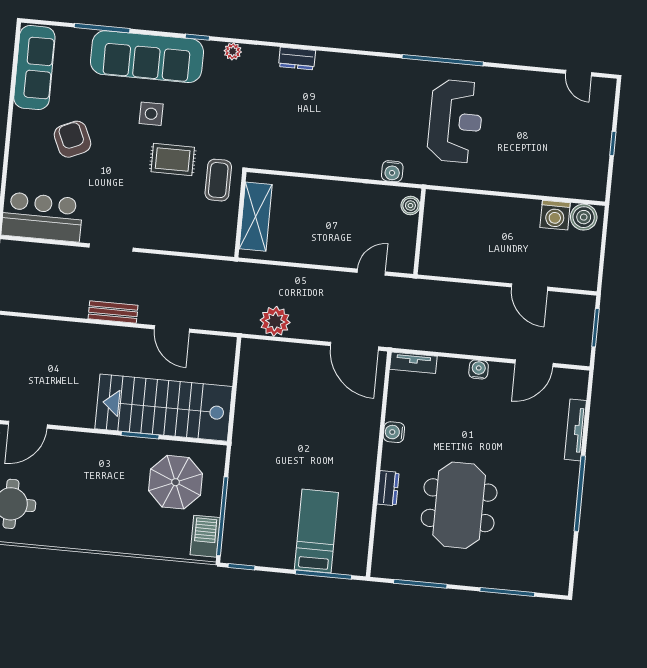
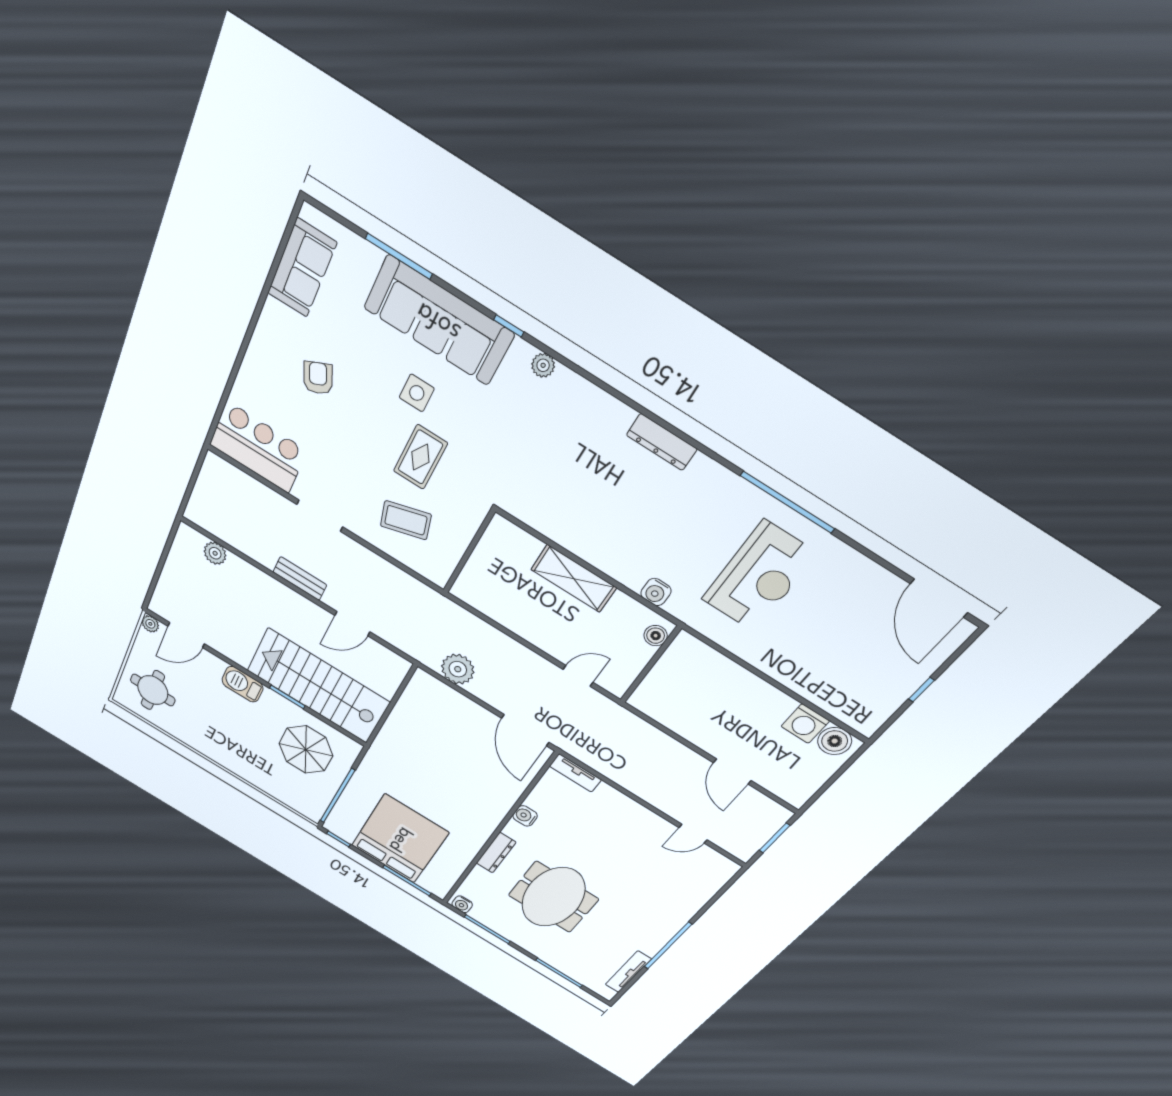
dresser: (297, 59) -> (662, 442), moved, width x1.44
sofa: (34, 68) -> (302, 268), width x0.73
door: (579, 73) -> (939, 598), width x1.87
armchair: (73, 139) -> (318, 378), width x0.72, depth x0.72
rug: (173, 159) -> (420, 457), turned 90
coffee table: (218, 180) -> (406, 520), moved, turned 74
shelving: (256, 217) -> (574, 579), moved, turned 90
plant: (32, 329) -> (215, 553), added
door: (172, 329) -> (352, 624), hinge flipped
door: (534, 363) -> (693, 834), width x0.73
water cooler: (479, 369) -> (462, 904), moved, turned 180
tv unit: (575, 430) -> (628, 972), moved
dresser: (388, 488) -> (496, 853), width x1.44
bed: (316, 531) -> (400, 839), width x2.04
barbecue: (205, 536) -> (242, 684), moved, turned -90

